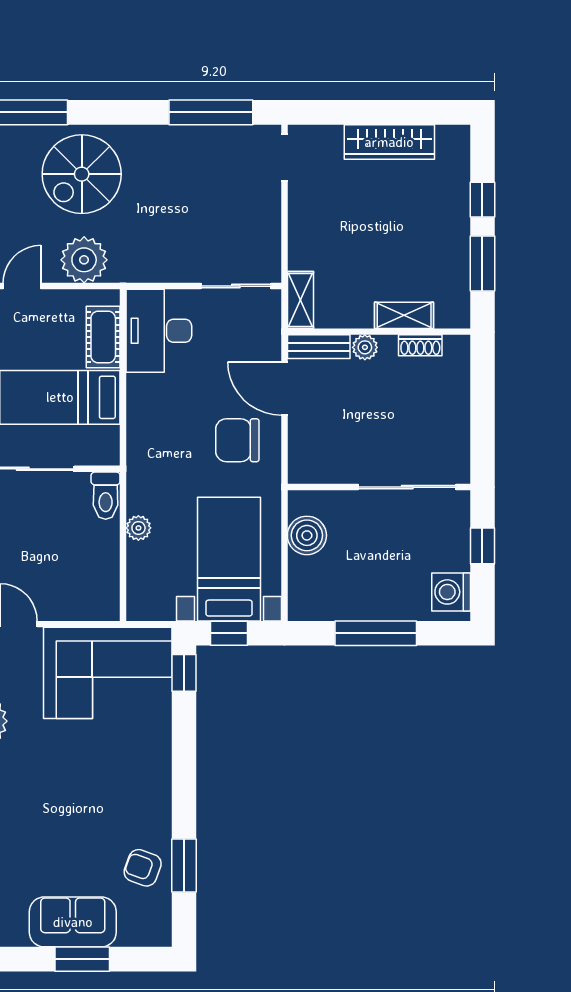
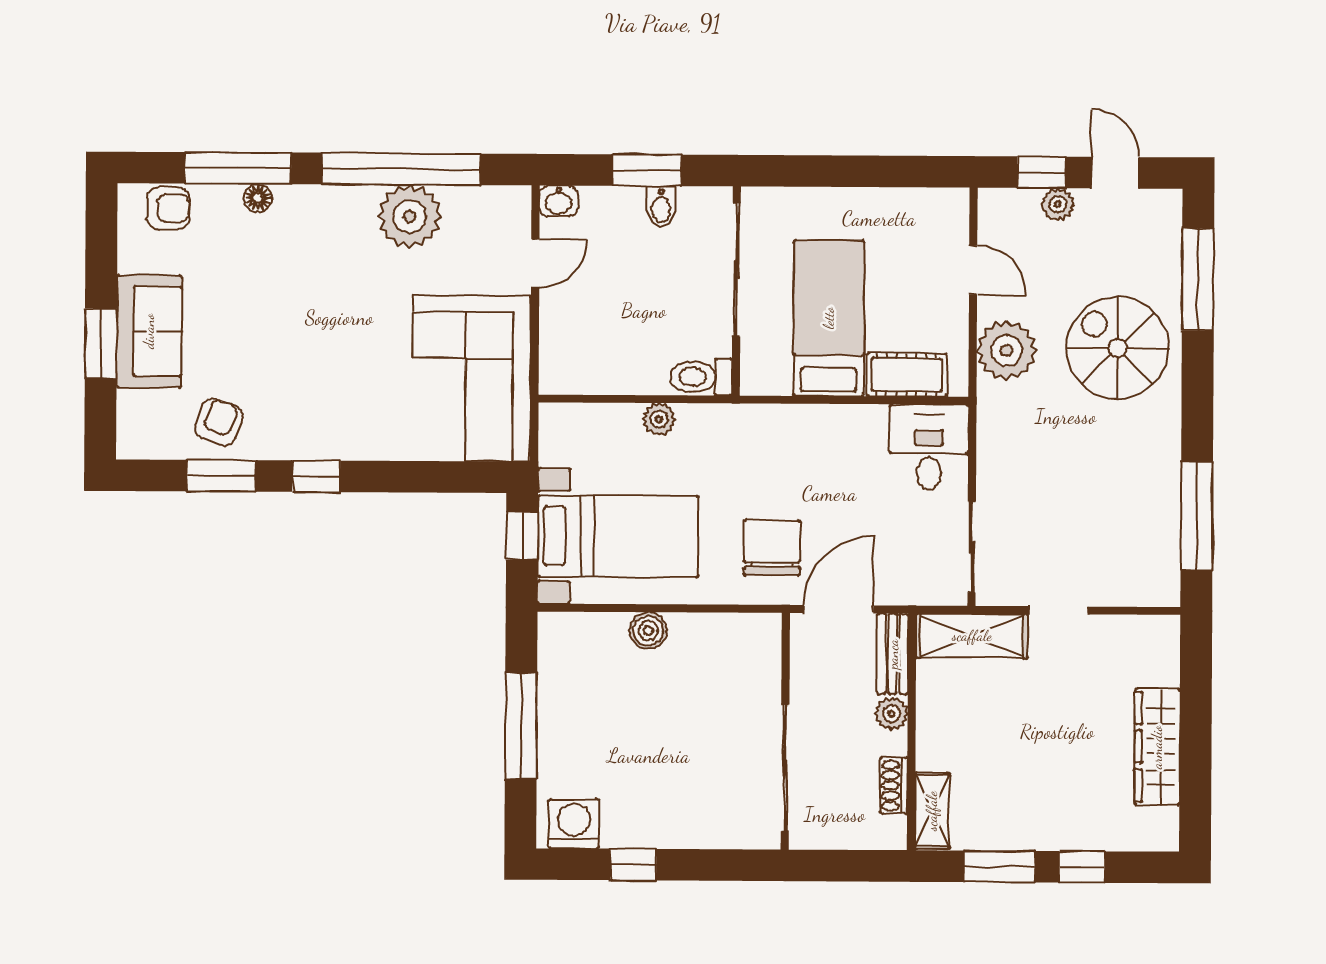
doorway: (284, 158) -> (1059, 610), moved
shelving: (300, 300) -> (972, 636), width x1.50, depth x1.33
shelving: (404, 315) -> (932, 811), moved
desk: (159, 331) -> (929, 447), width x0.73
wall: (379, 487) -> (785, 731), moved
sliding door: (407, 487) -> (785, 768), moved
boiler: (307, 535) -> (648, 631), width x0.73, depth x0.73
window: (184, 673) -> (316, 476), moved

